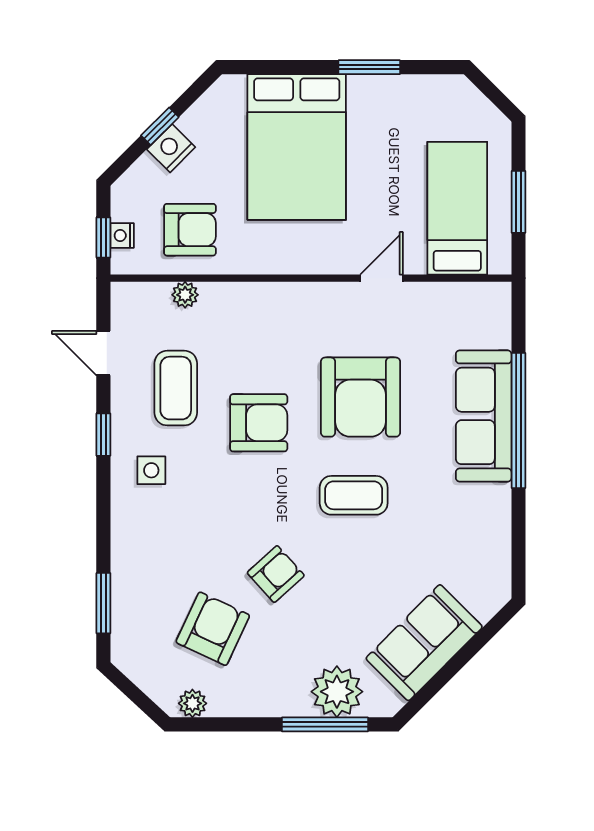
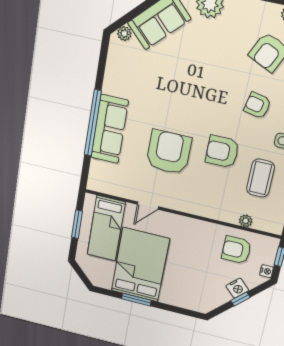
bed: (297, 147) -> (140, 265), moved
nightstand: (122, 236) -> (266, 271), moved
coffee table: (354, 495) -> (181, 105), removed
armchair: (276, 574) -> (257, 105), moved, turned 54
plant: (485, 606) -> (124, 34), added

